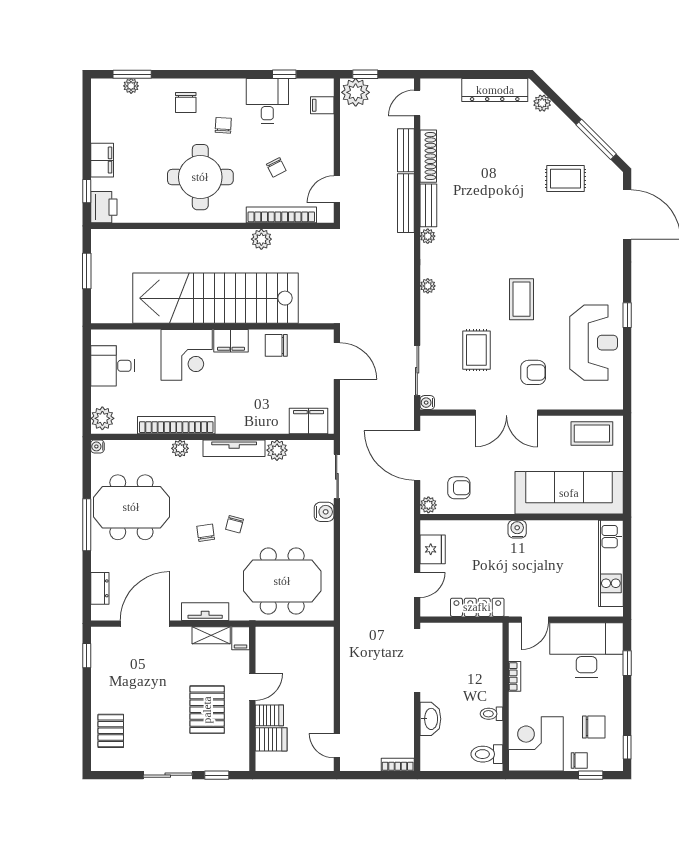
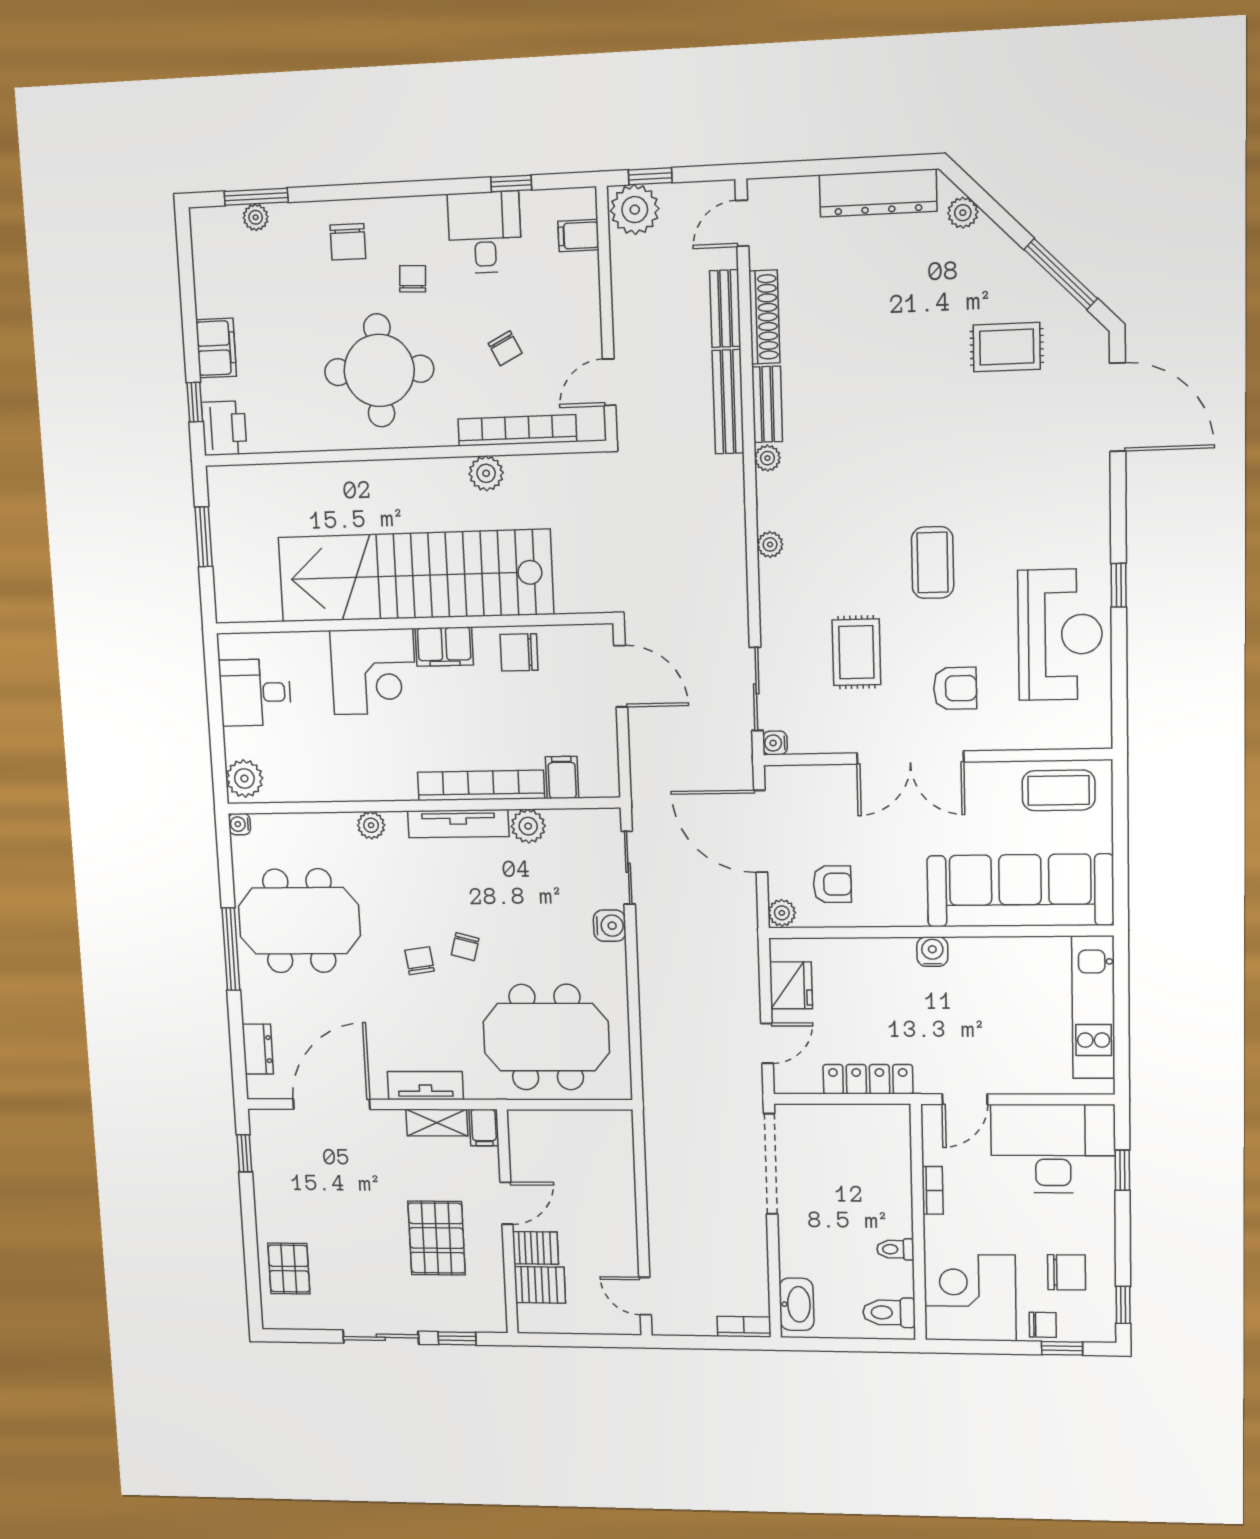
filing cabinet: (309, 421) -> (562, 777), width x0.50
bookcase: (176, 425) -> (481, 785), moved
washbasin: (430, 719) -> (797, 1304), moved

